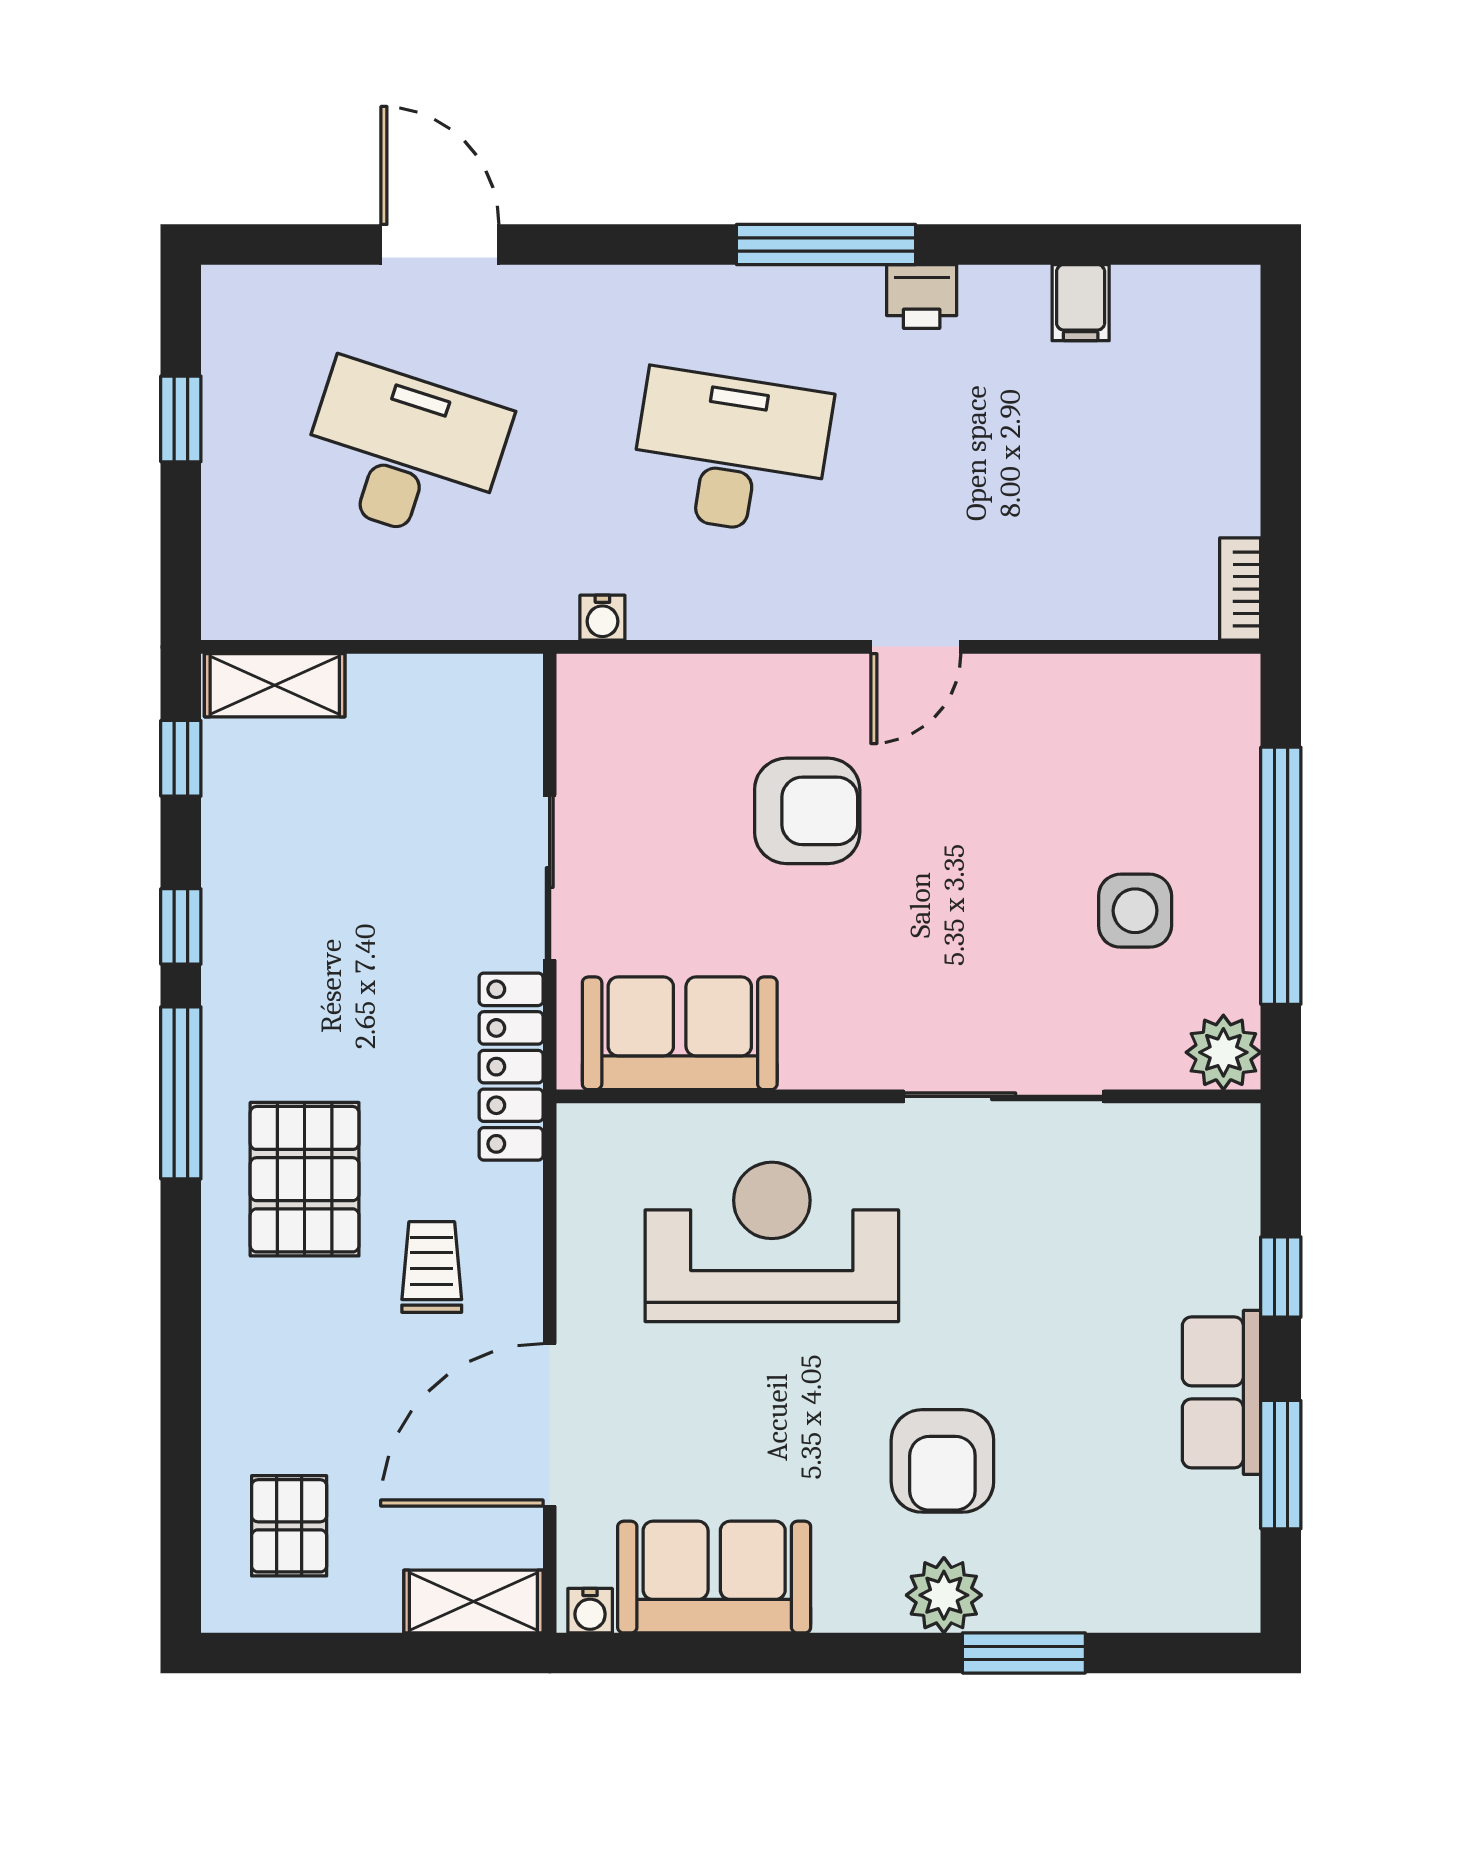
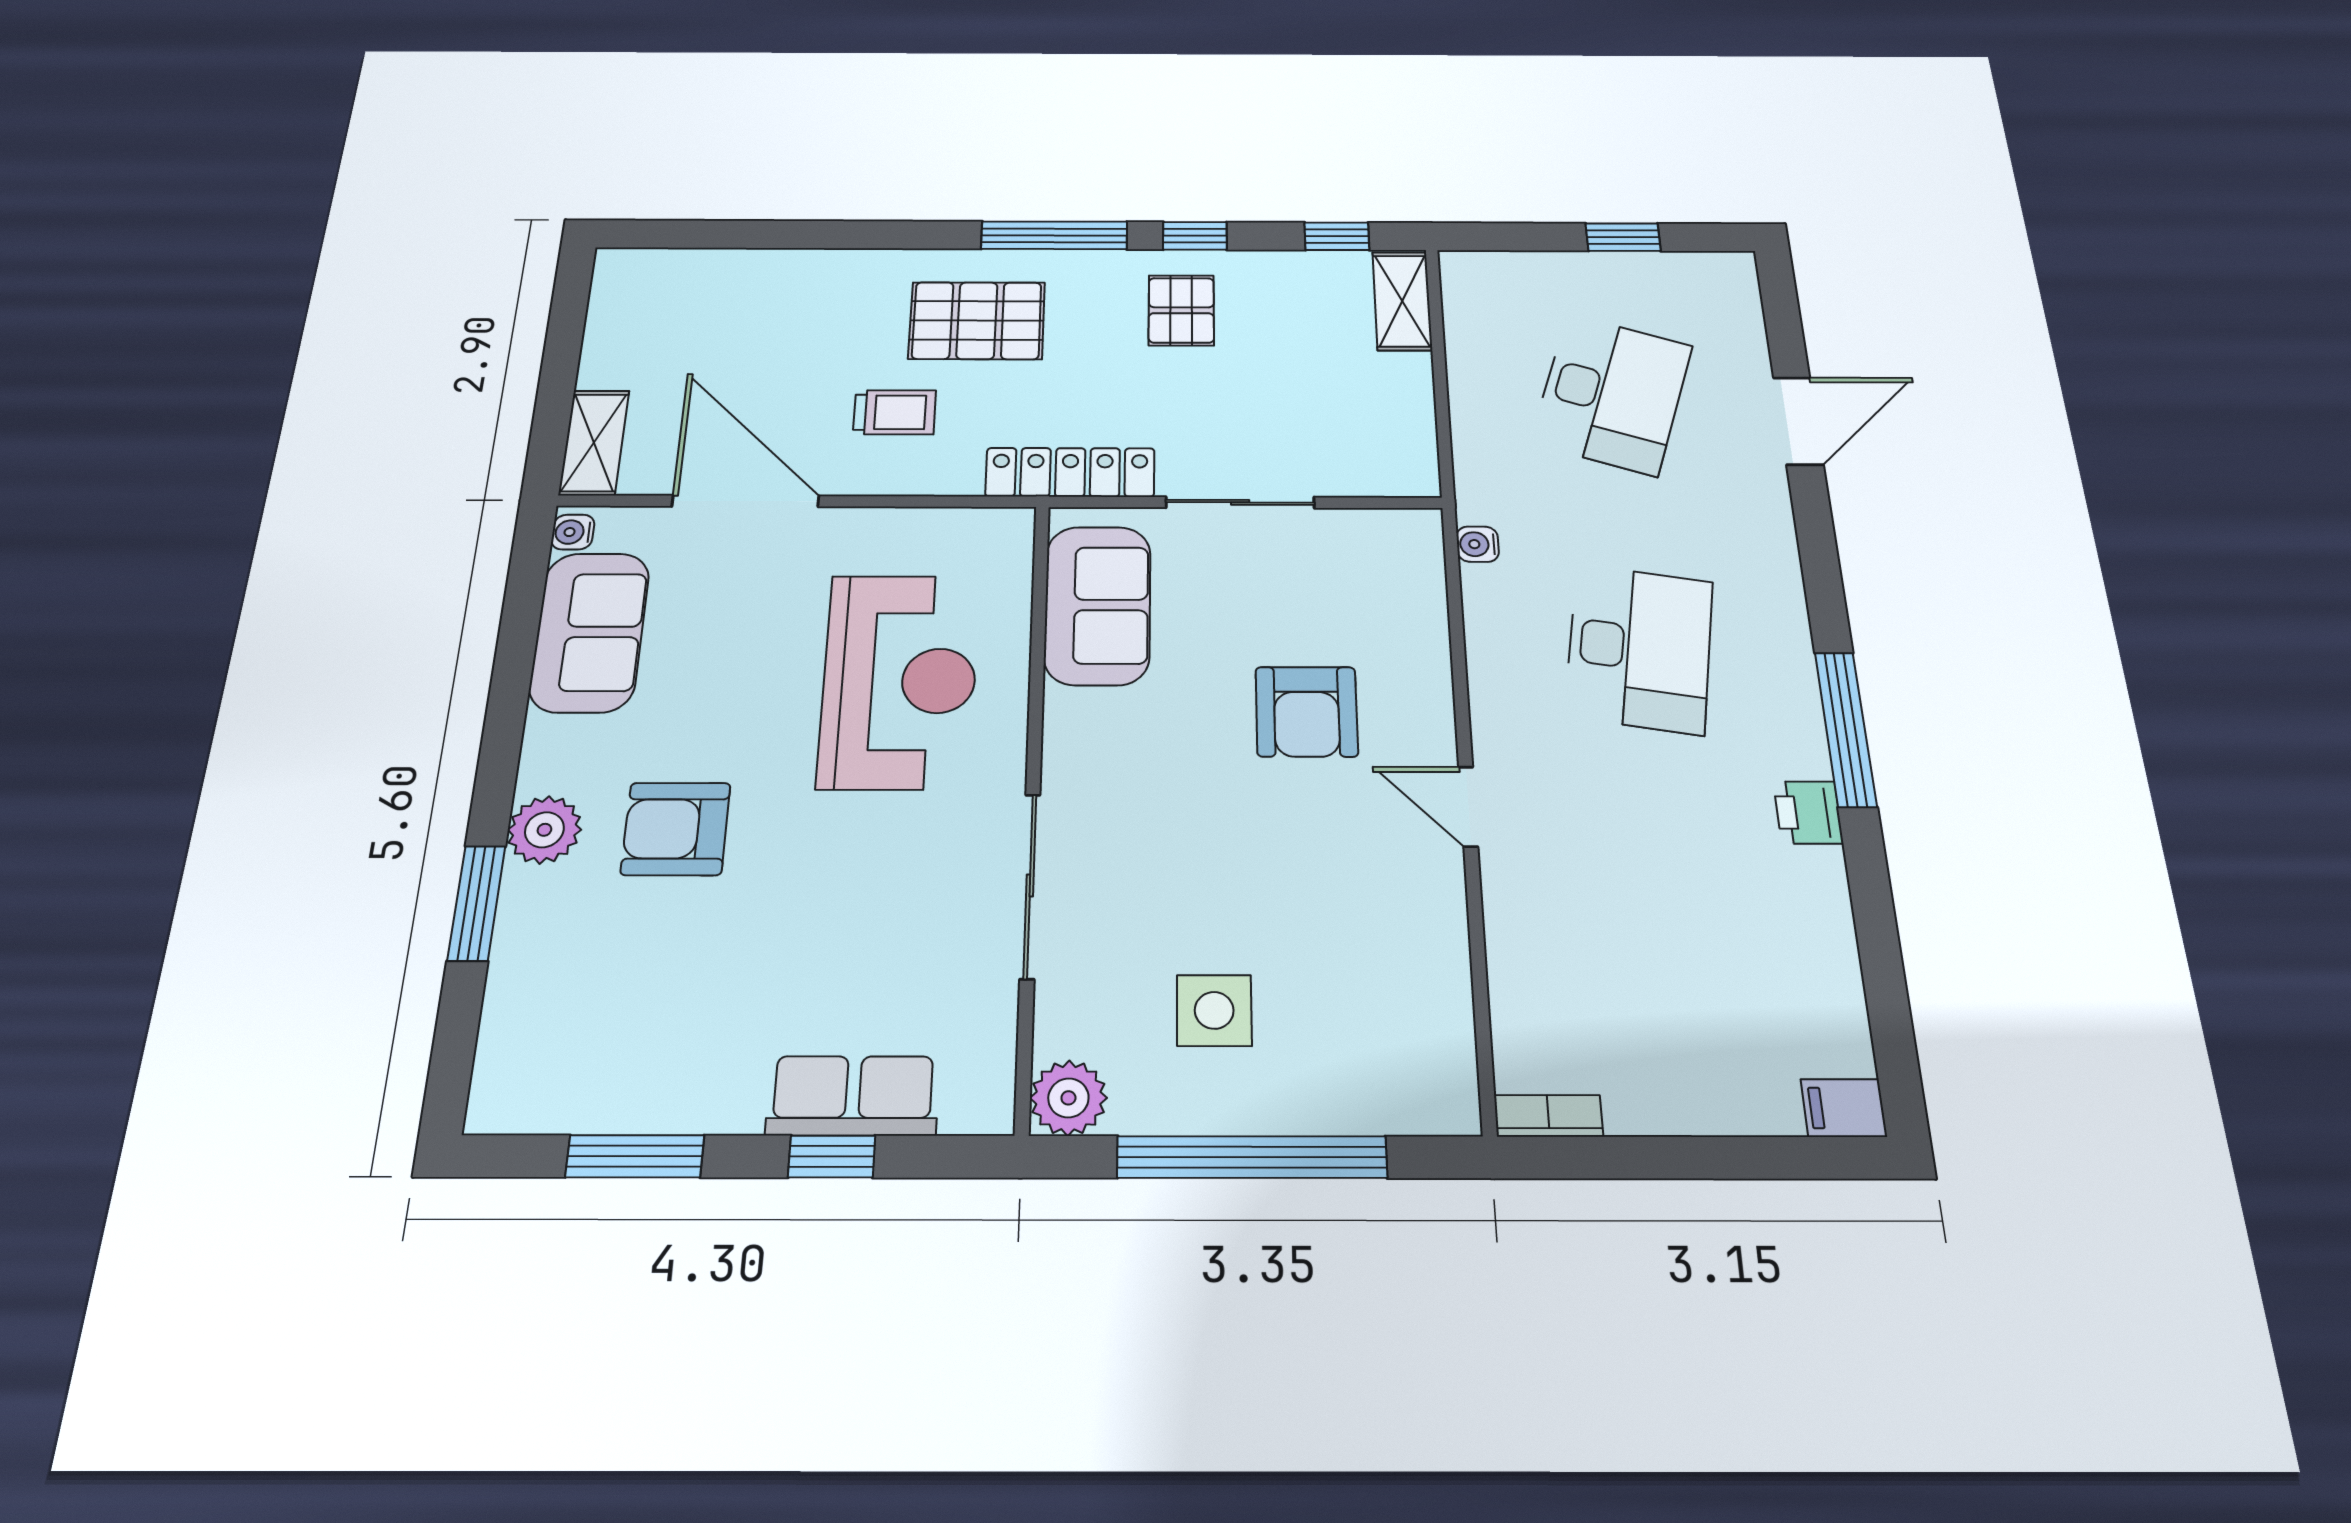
filing cabinet: (1081, 303) -> (1844, 1108), moved
row of seats: (1221, 1392) -> (853, 1096), moved
pallet: (289, 1526) -> (1181, 310), moved, turned 90

